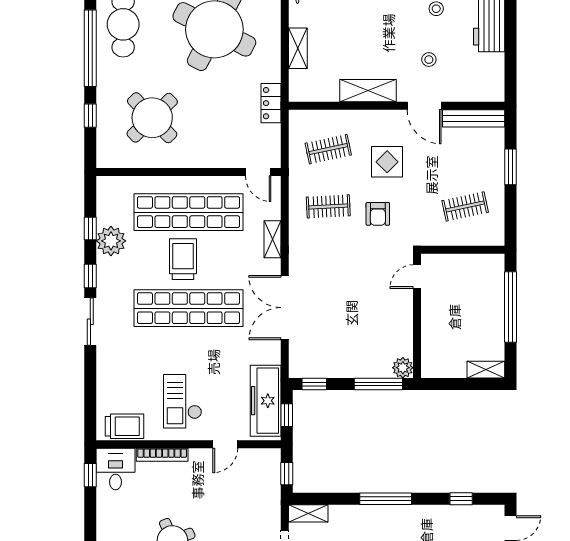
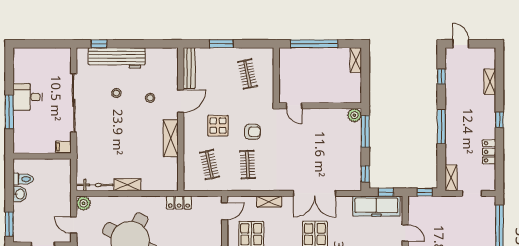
shelving: (298, 48) -> (127, 185), moved

